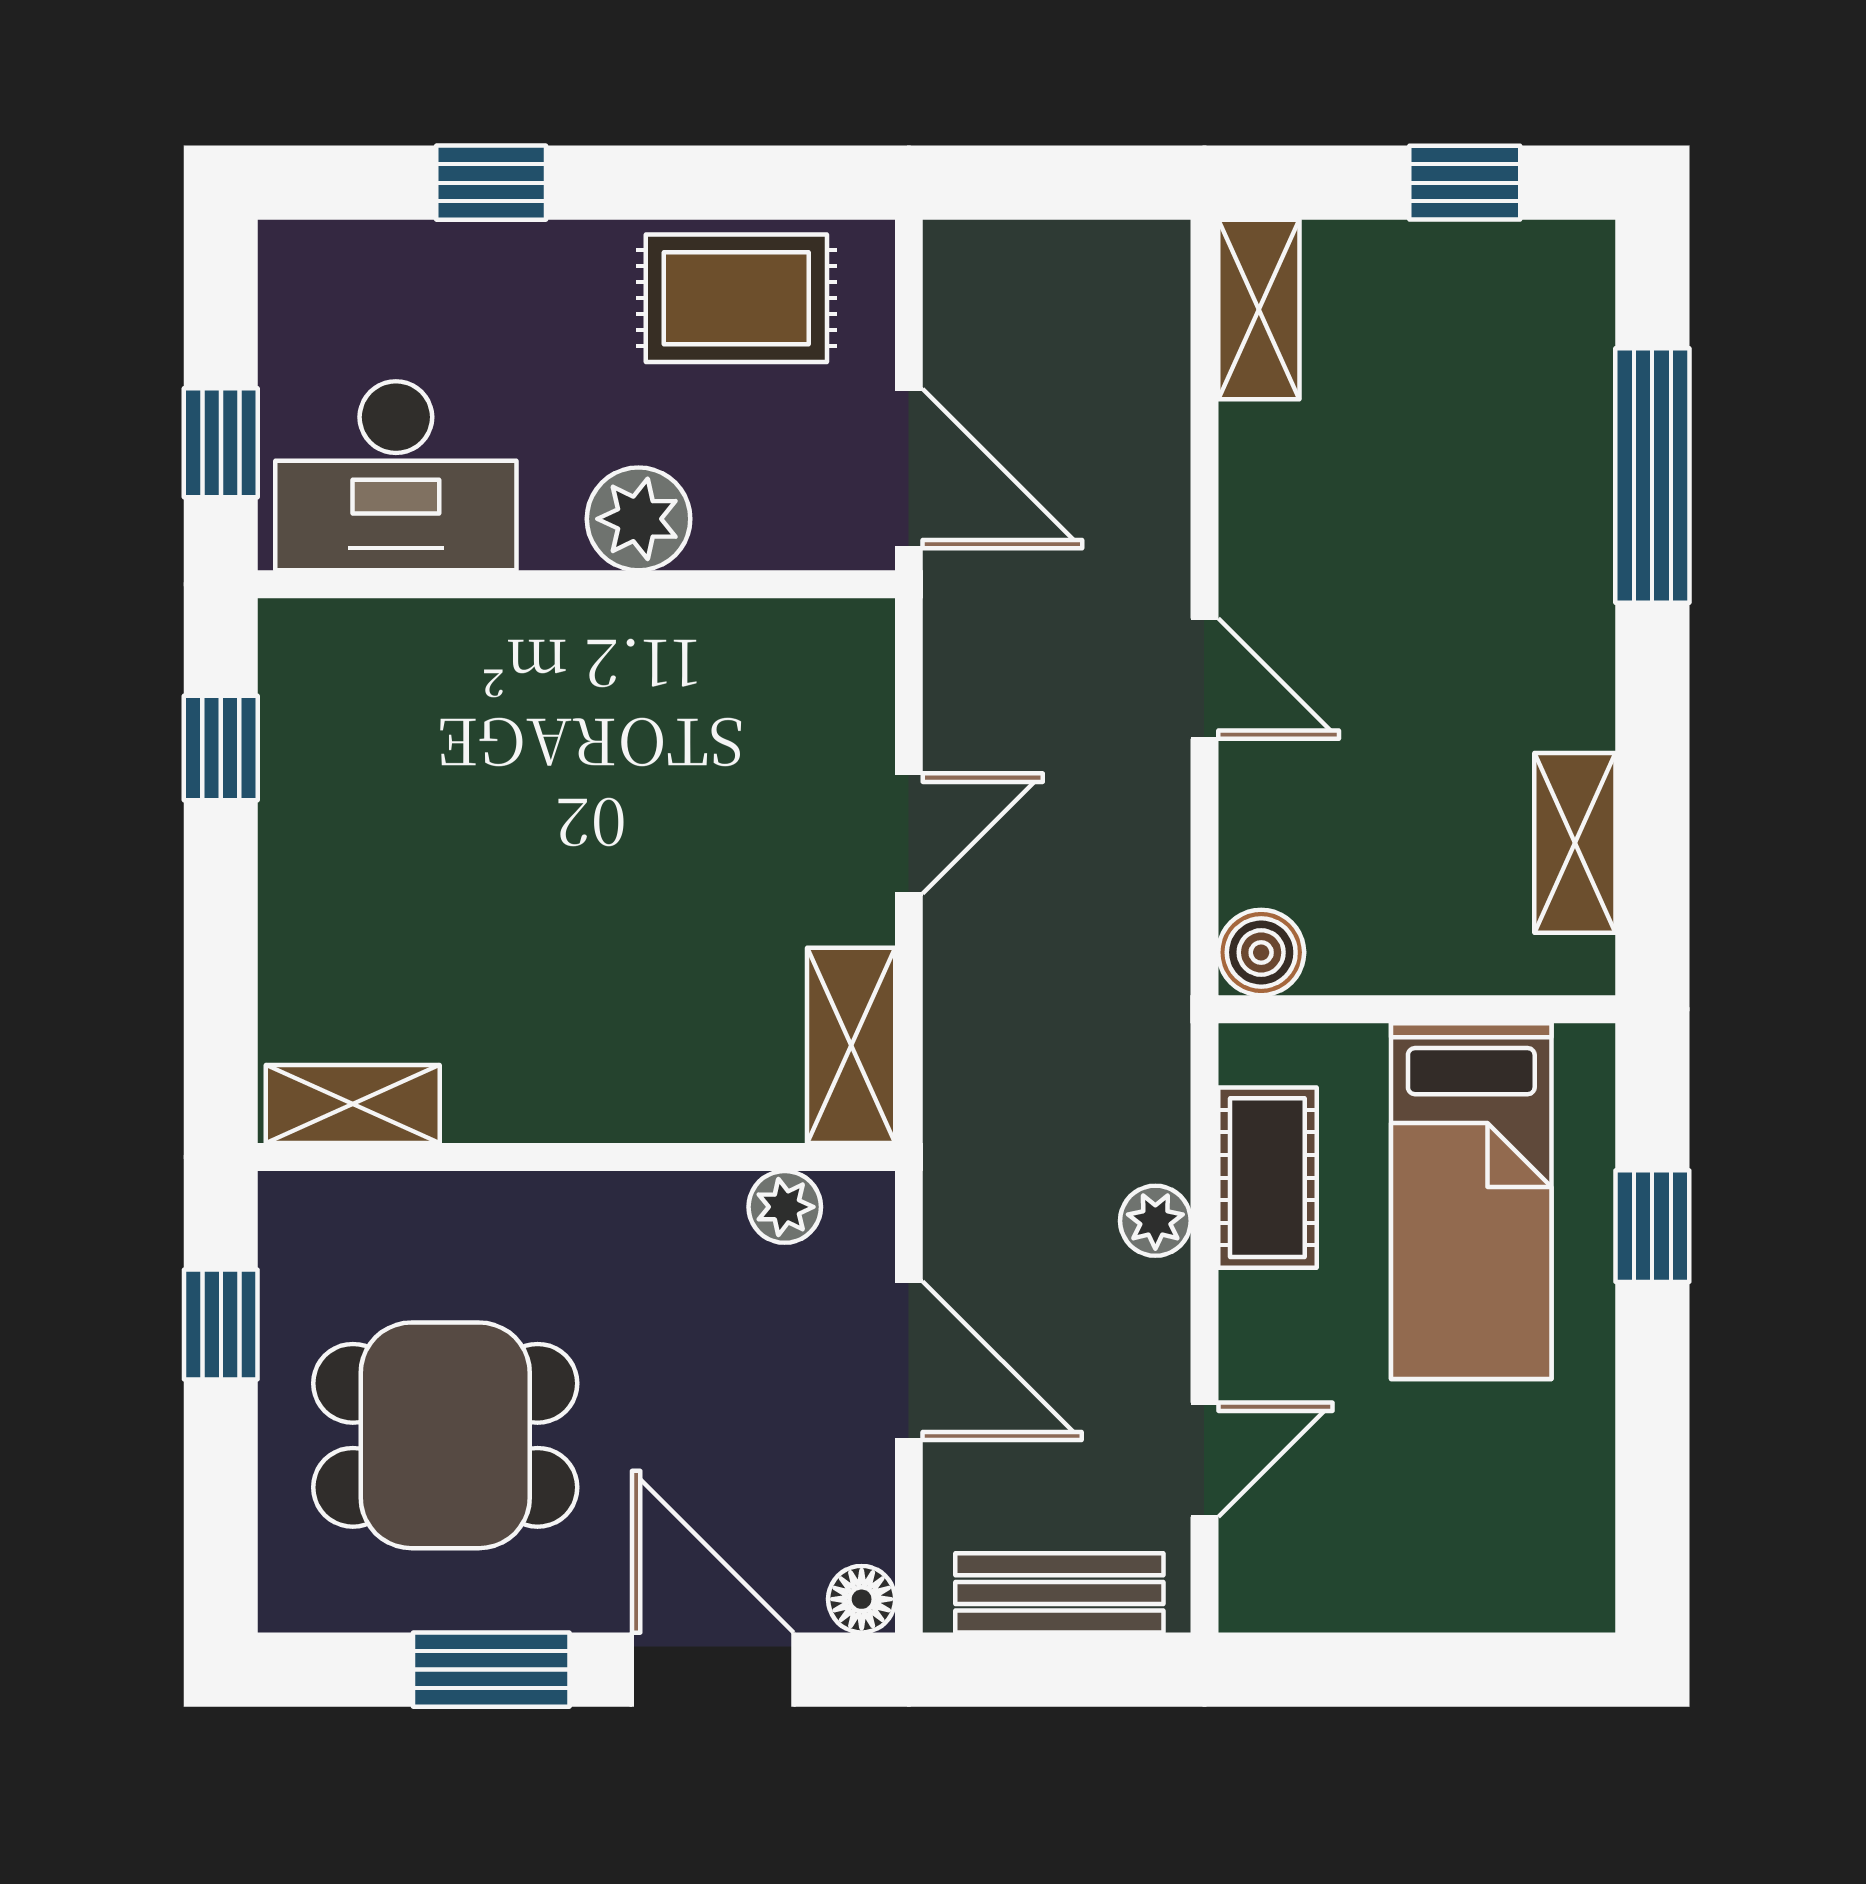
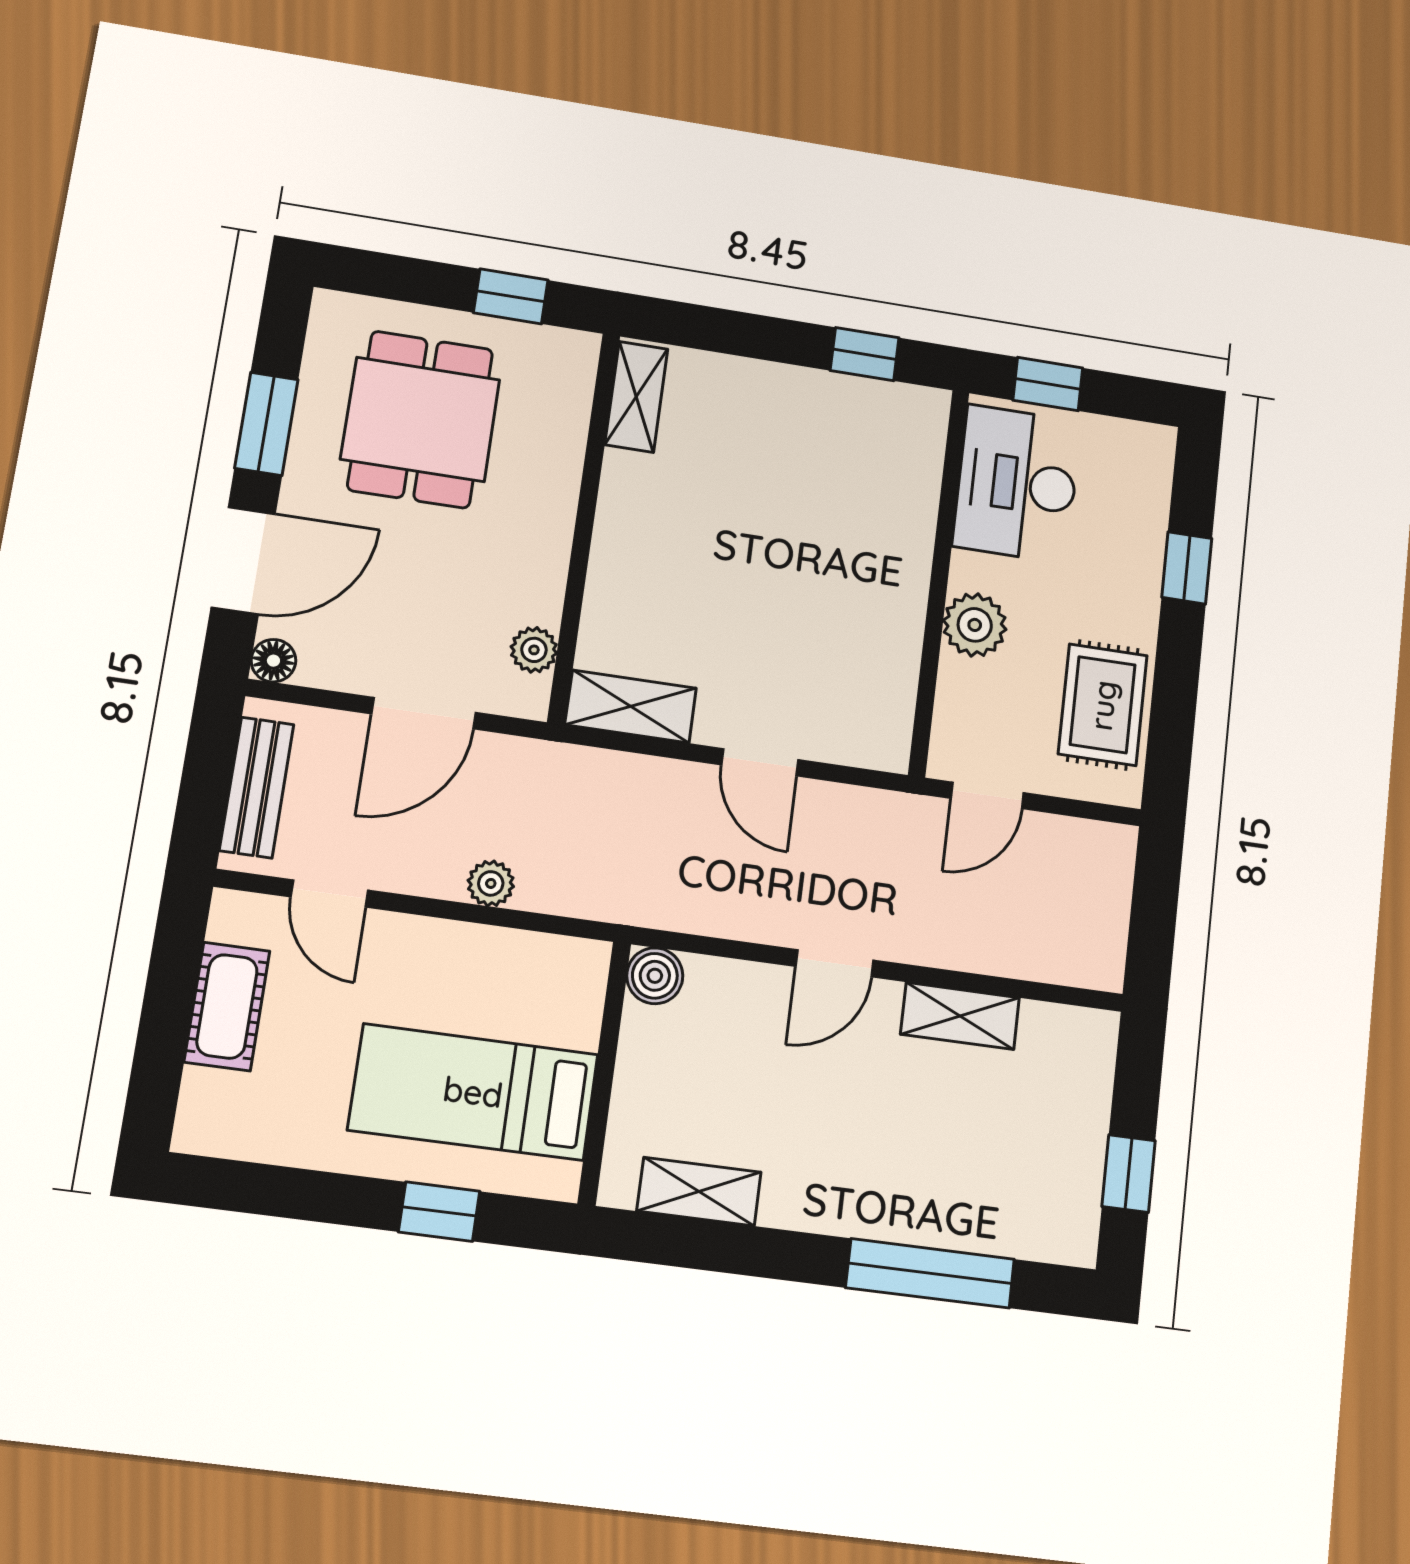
shelving: (1259, 309) -> (960, 1016), moved
door: (909, 469) -> (987, 795), width x0.73
cot: (1267, 1178) -> (227, 1006), moved, turned 90

